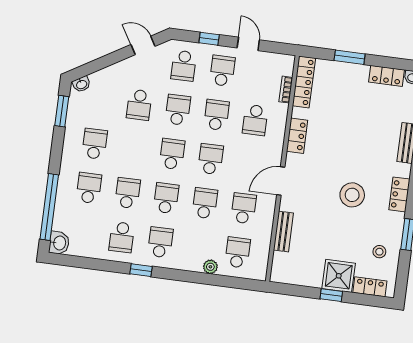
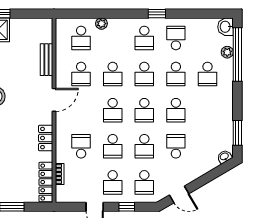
school desk: (184, 66) -> (144, 182), turned 180
school desk: (95, 144) -> (176, 110), moved
plant: (61, 212) -> (227, 52), added

